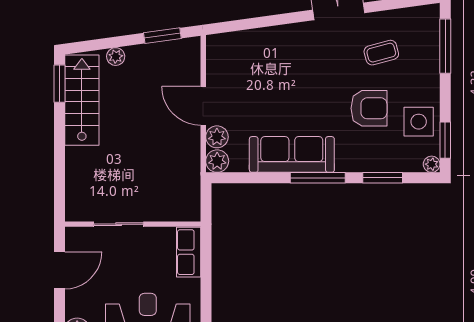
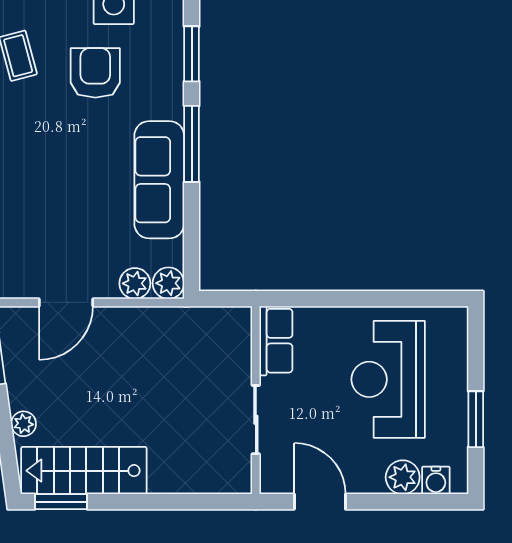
door: (203, 106) -> (66, 302), moved
row of seats: (189, 252) -> (276, 341), moved, turned -90

